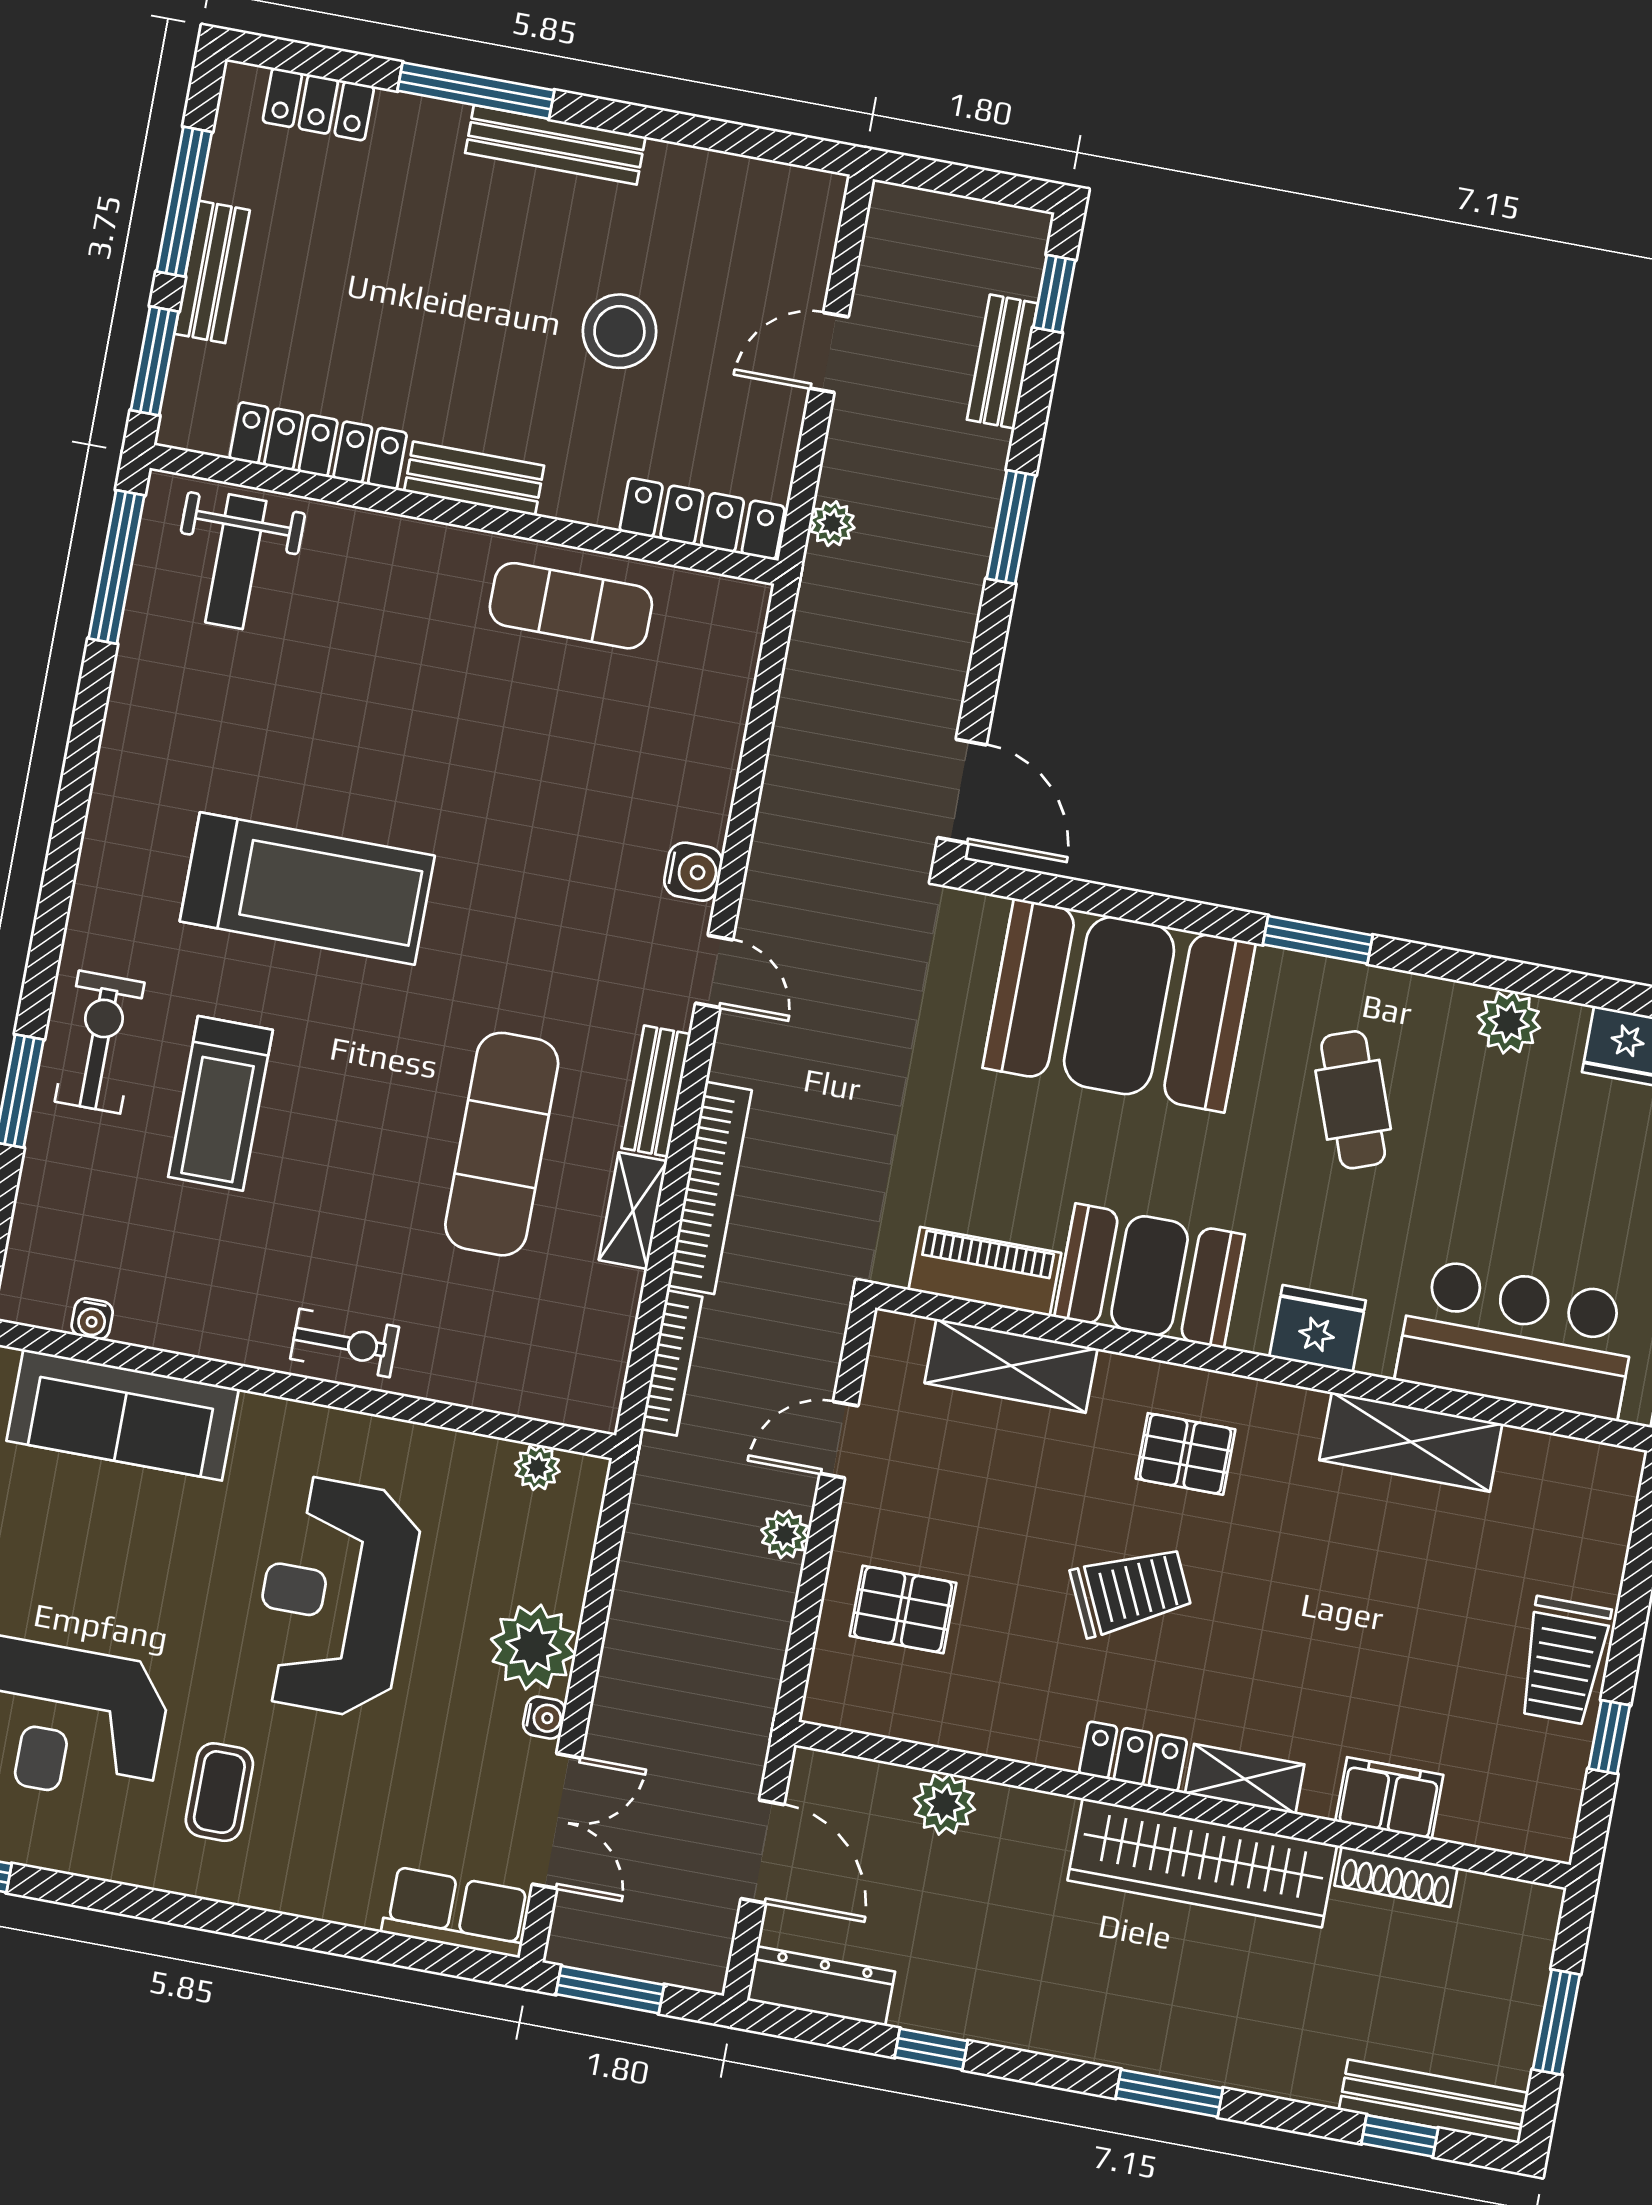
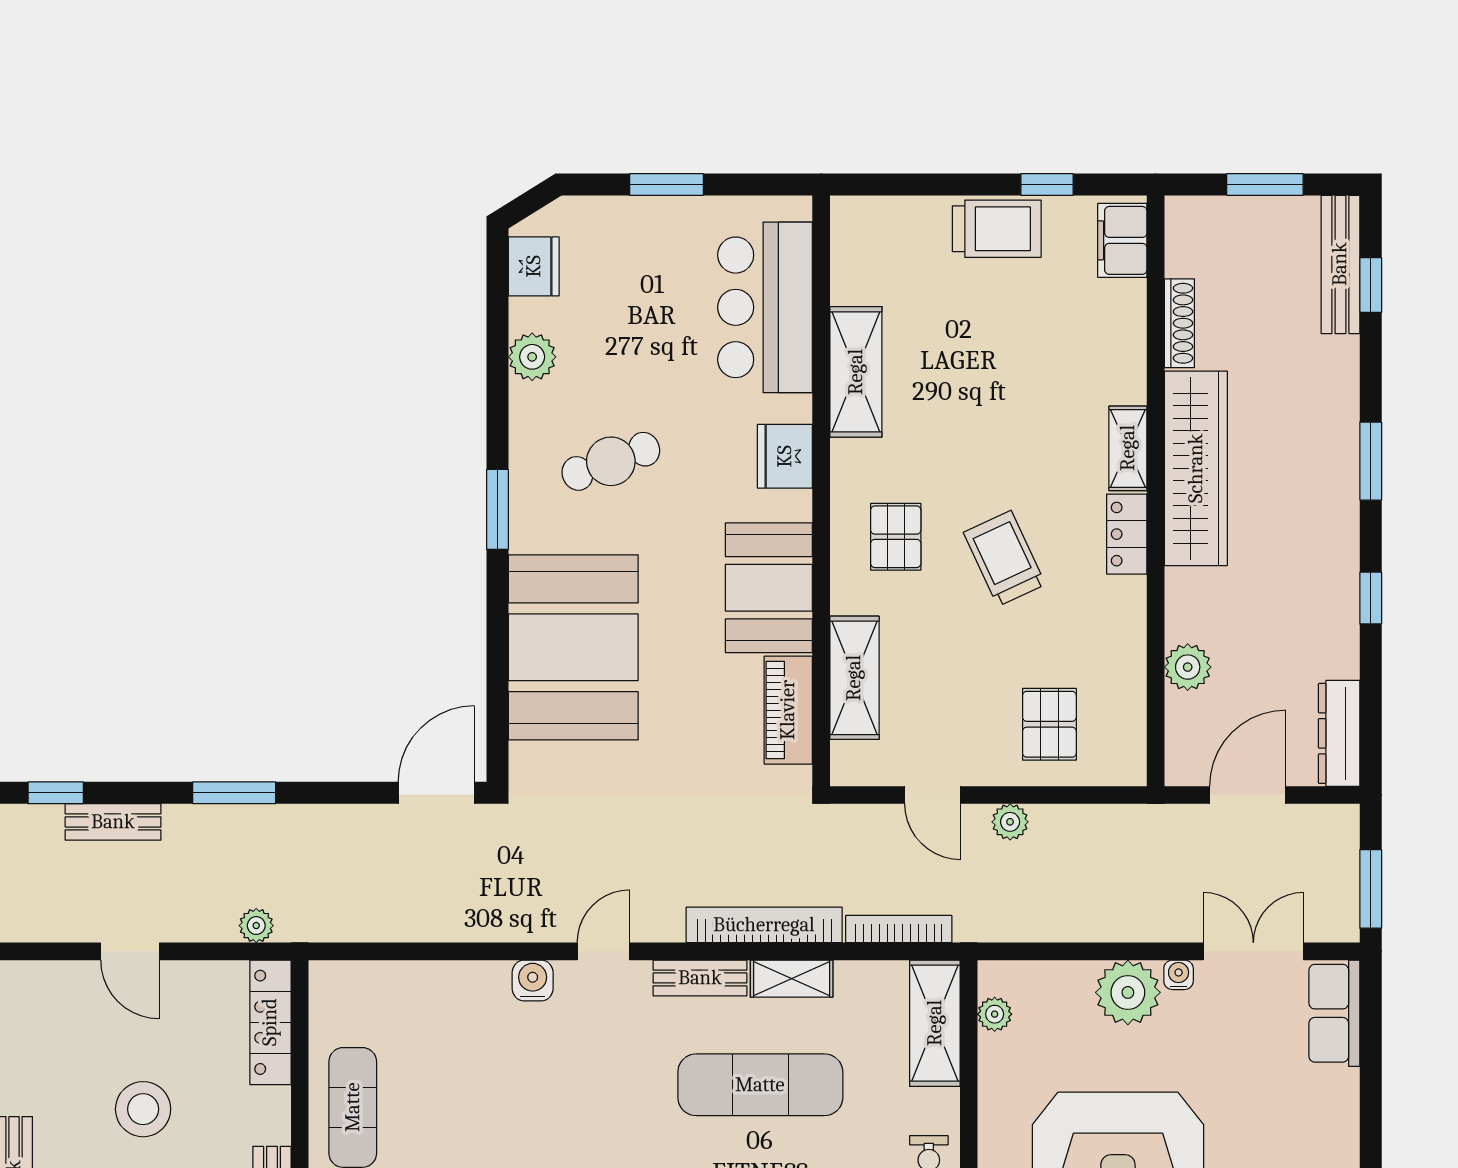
shelving: (540, 1387) -> (935, 1023), added
filing cabinet: (1389, 1798) -> (1122, 240), moved
window: (931, 2049) -> (1371, 598), moved

